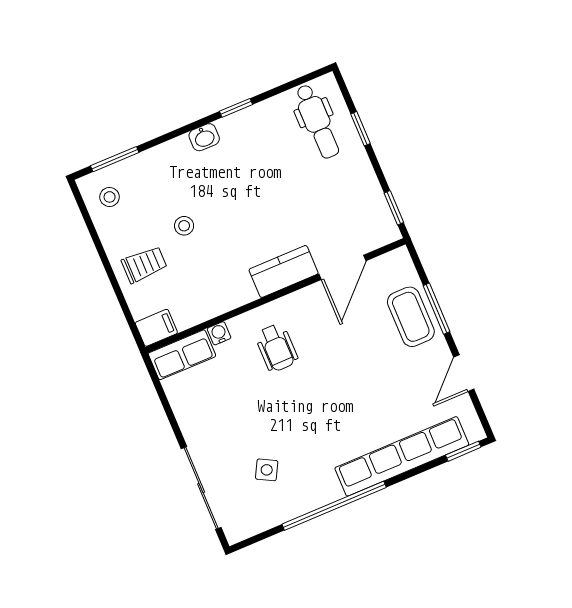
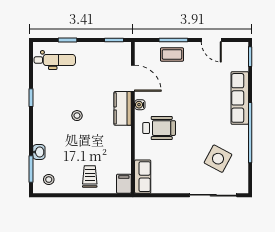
washbasin: (204, 137) -> (39, 152), moved
stool: (184, 226) -> (77, 116), moved
coffee table: (411, 317) -> (172, 54), width x0.73, depth x0.77
water cooler: (219, 333) -> (140, 105), moved
wheelchair: (276, 348) -> (159, 128), width x1.36, depth x1.37
row of seats: (402, 456) -> (240, 98), width x0.73
side table: (267, 470) -> (218, 159), width x1.87, depth x1.87

